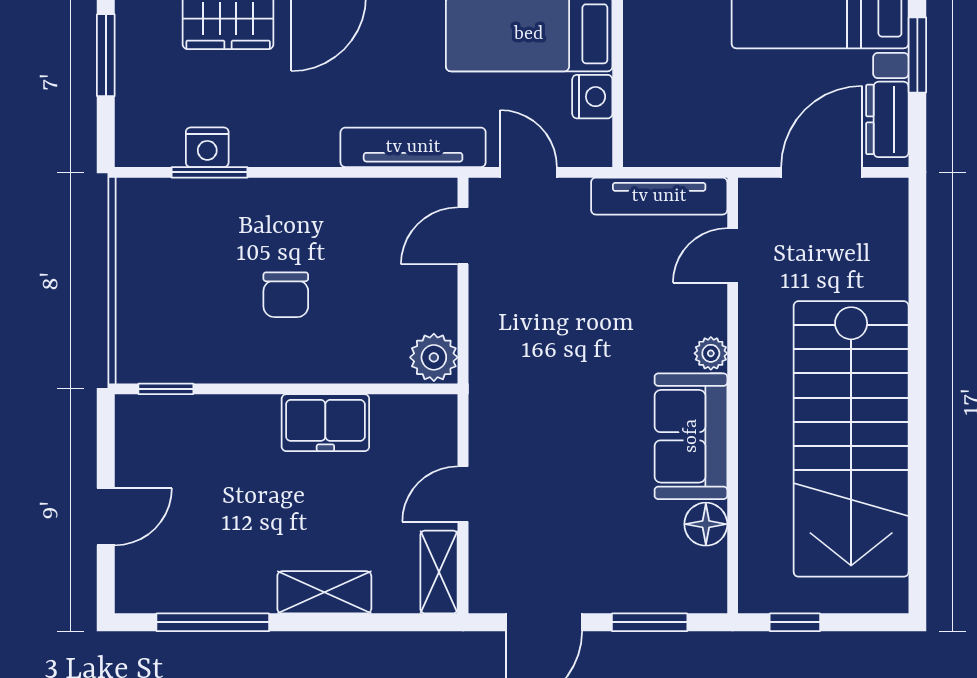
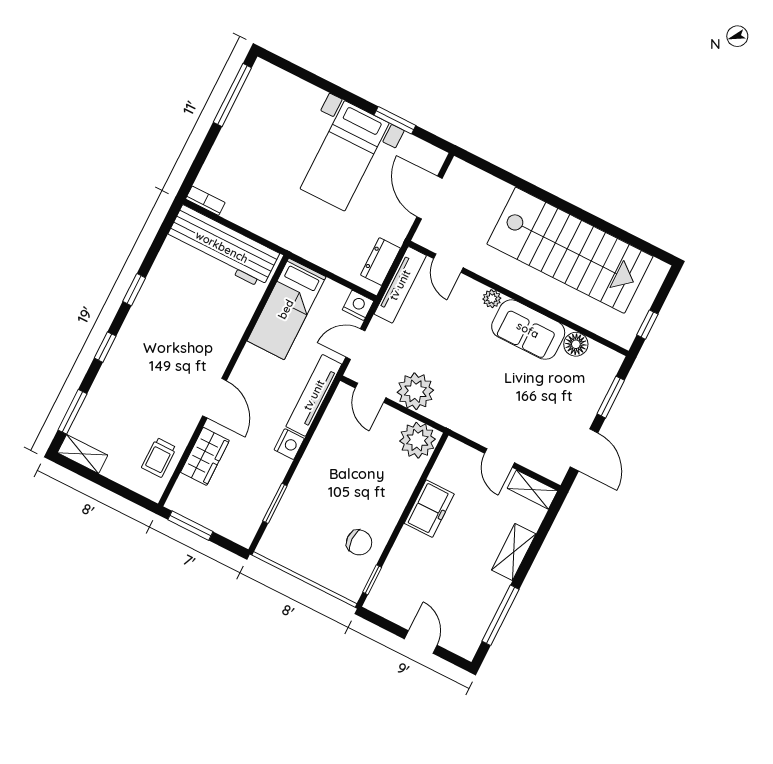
nightstand: (592, 97) -> (358, 305), moved
dresser: (887, 119) -> (380, 262), moved, turned 90
nightstand: (207, 147) -> (289, 444), moved
chair: (286, 295) -> (359, 542), moved
plant: (501, 306) -> (415, 391), added
plant: (434, 357) -> (417, 440), width x1.36, depth x1.36

